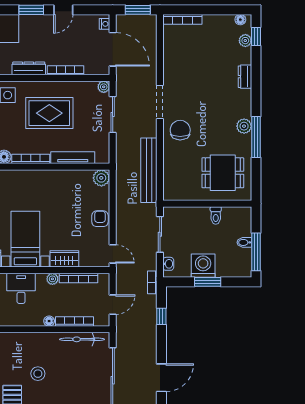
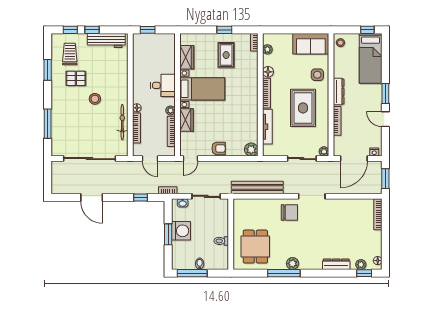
dresser: (245, 77) -> (336, 264), width x1.44
bicycle: (82, 339) -> (122, 122), moved

